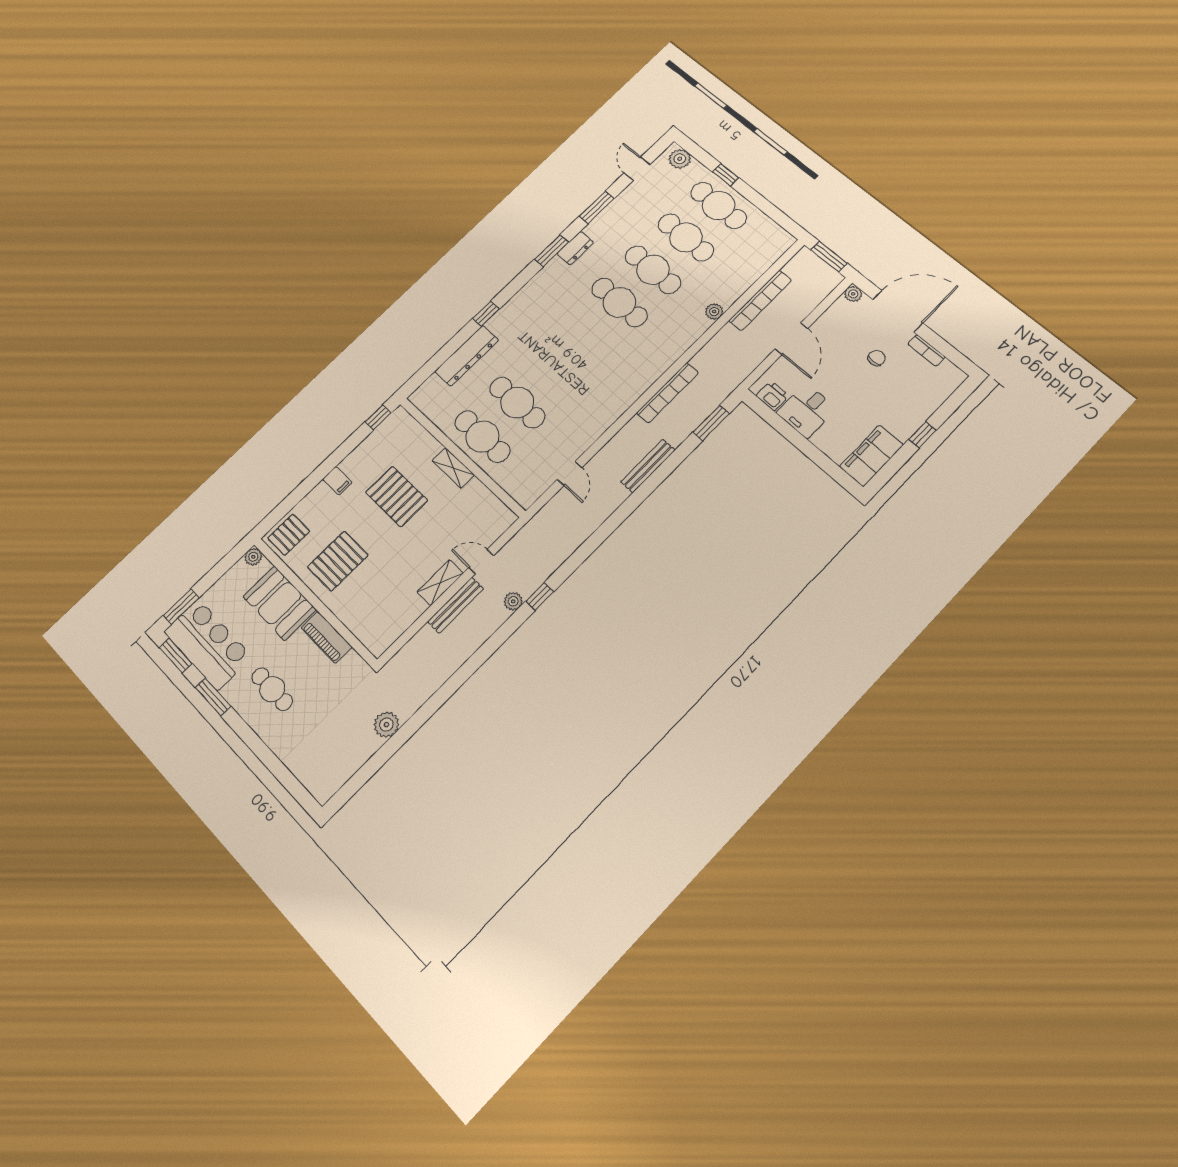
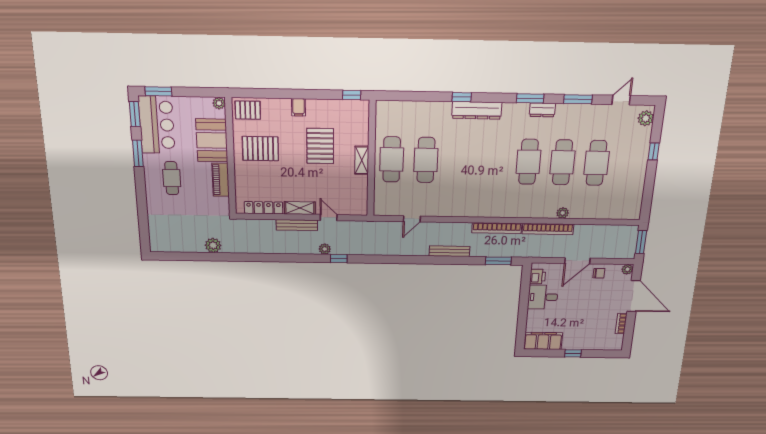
cafe table: (719, 205) -> (630, 164), removed
bookcase: (760, 300) -> (548, 229), moved
dresser: (467, 356) -> (477, 110), moved
chair: (877, 358) -> (599, 273), moved
locker: (401, 622) -> (264, 208), added

